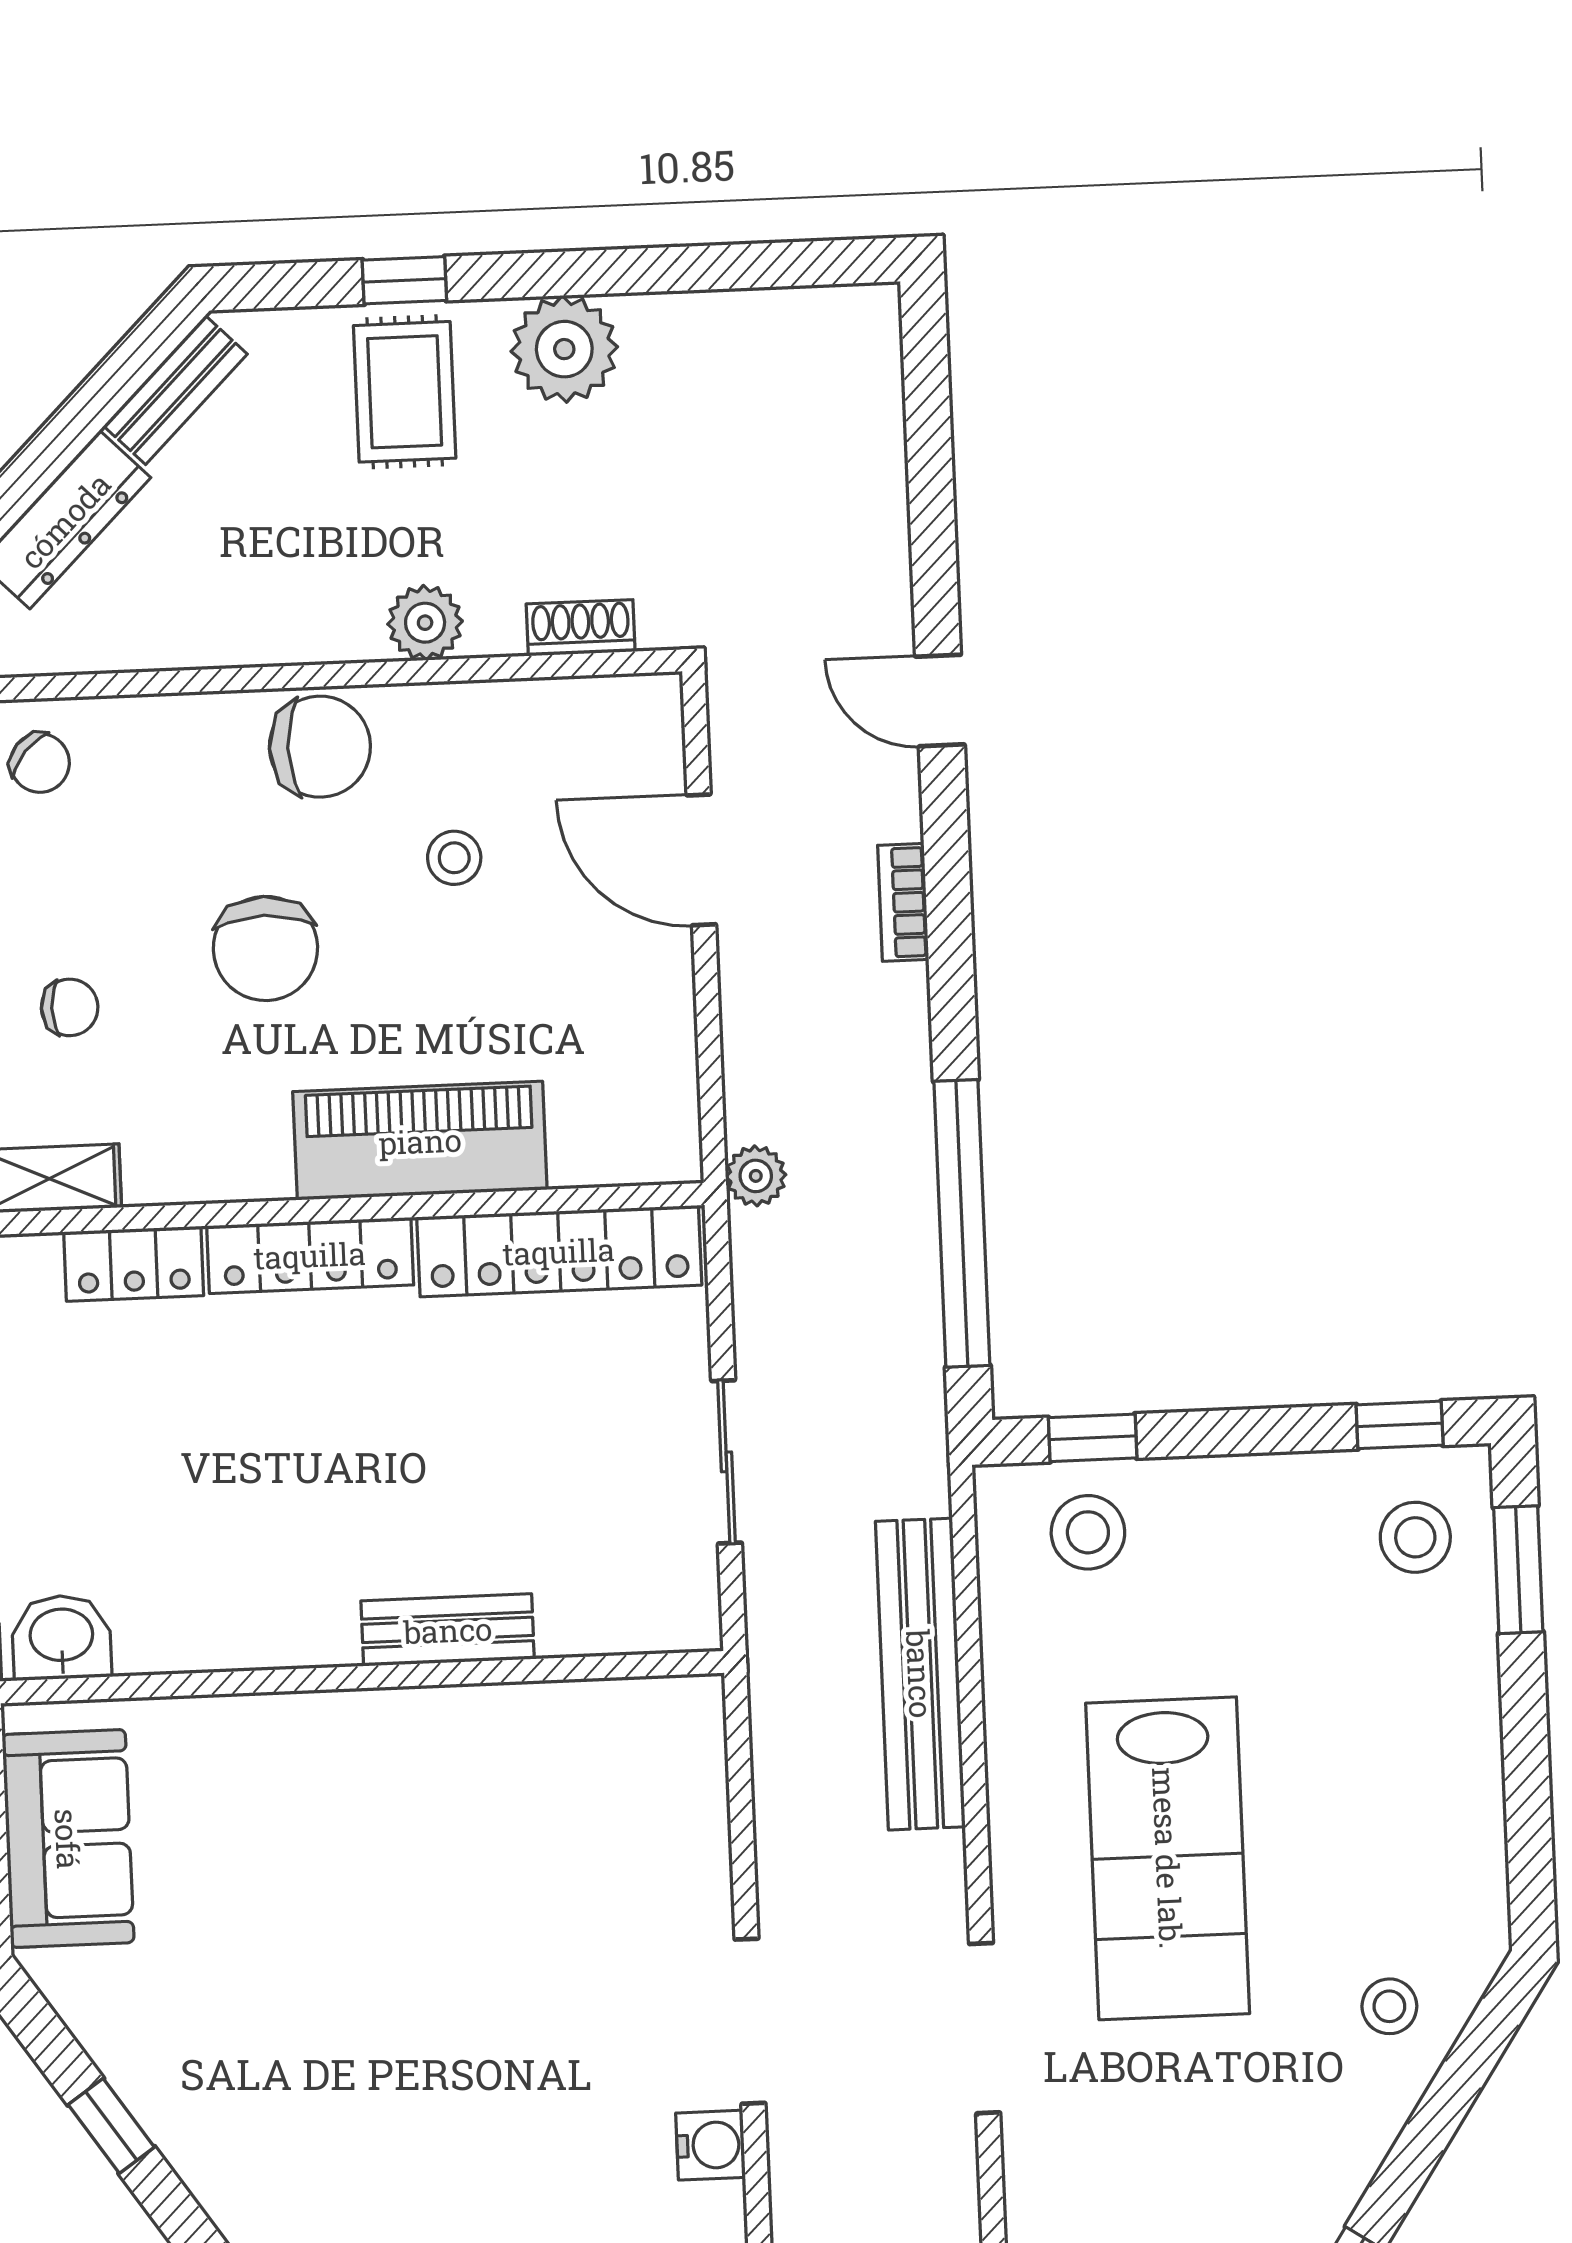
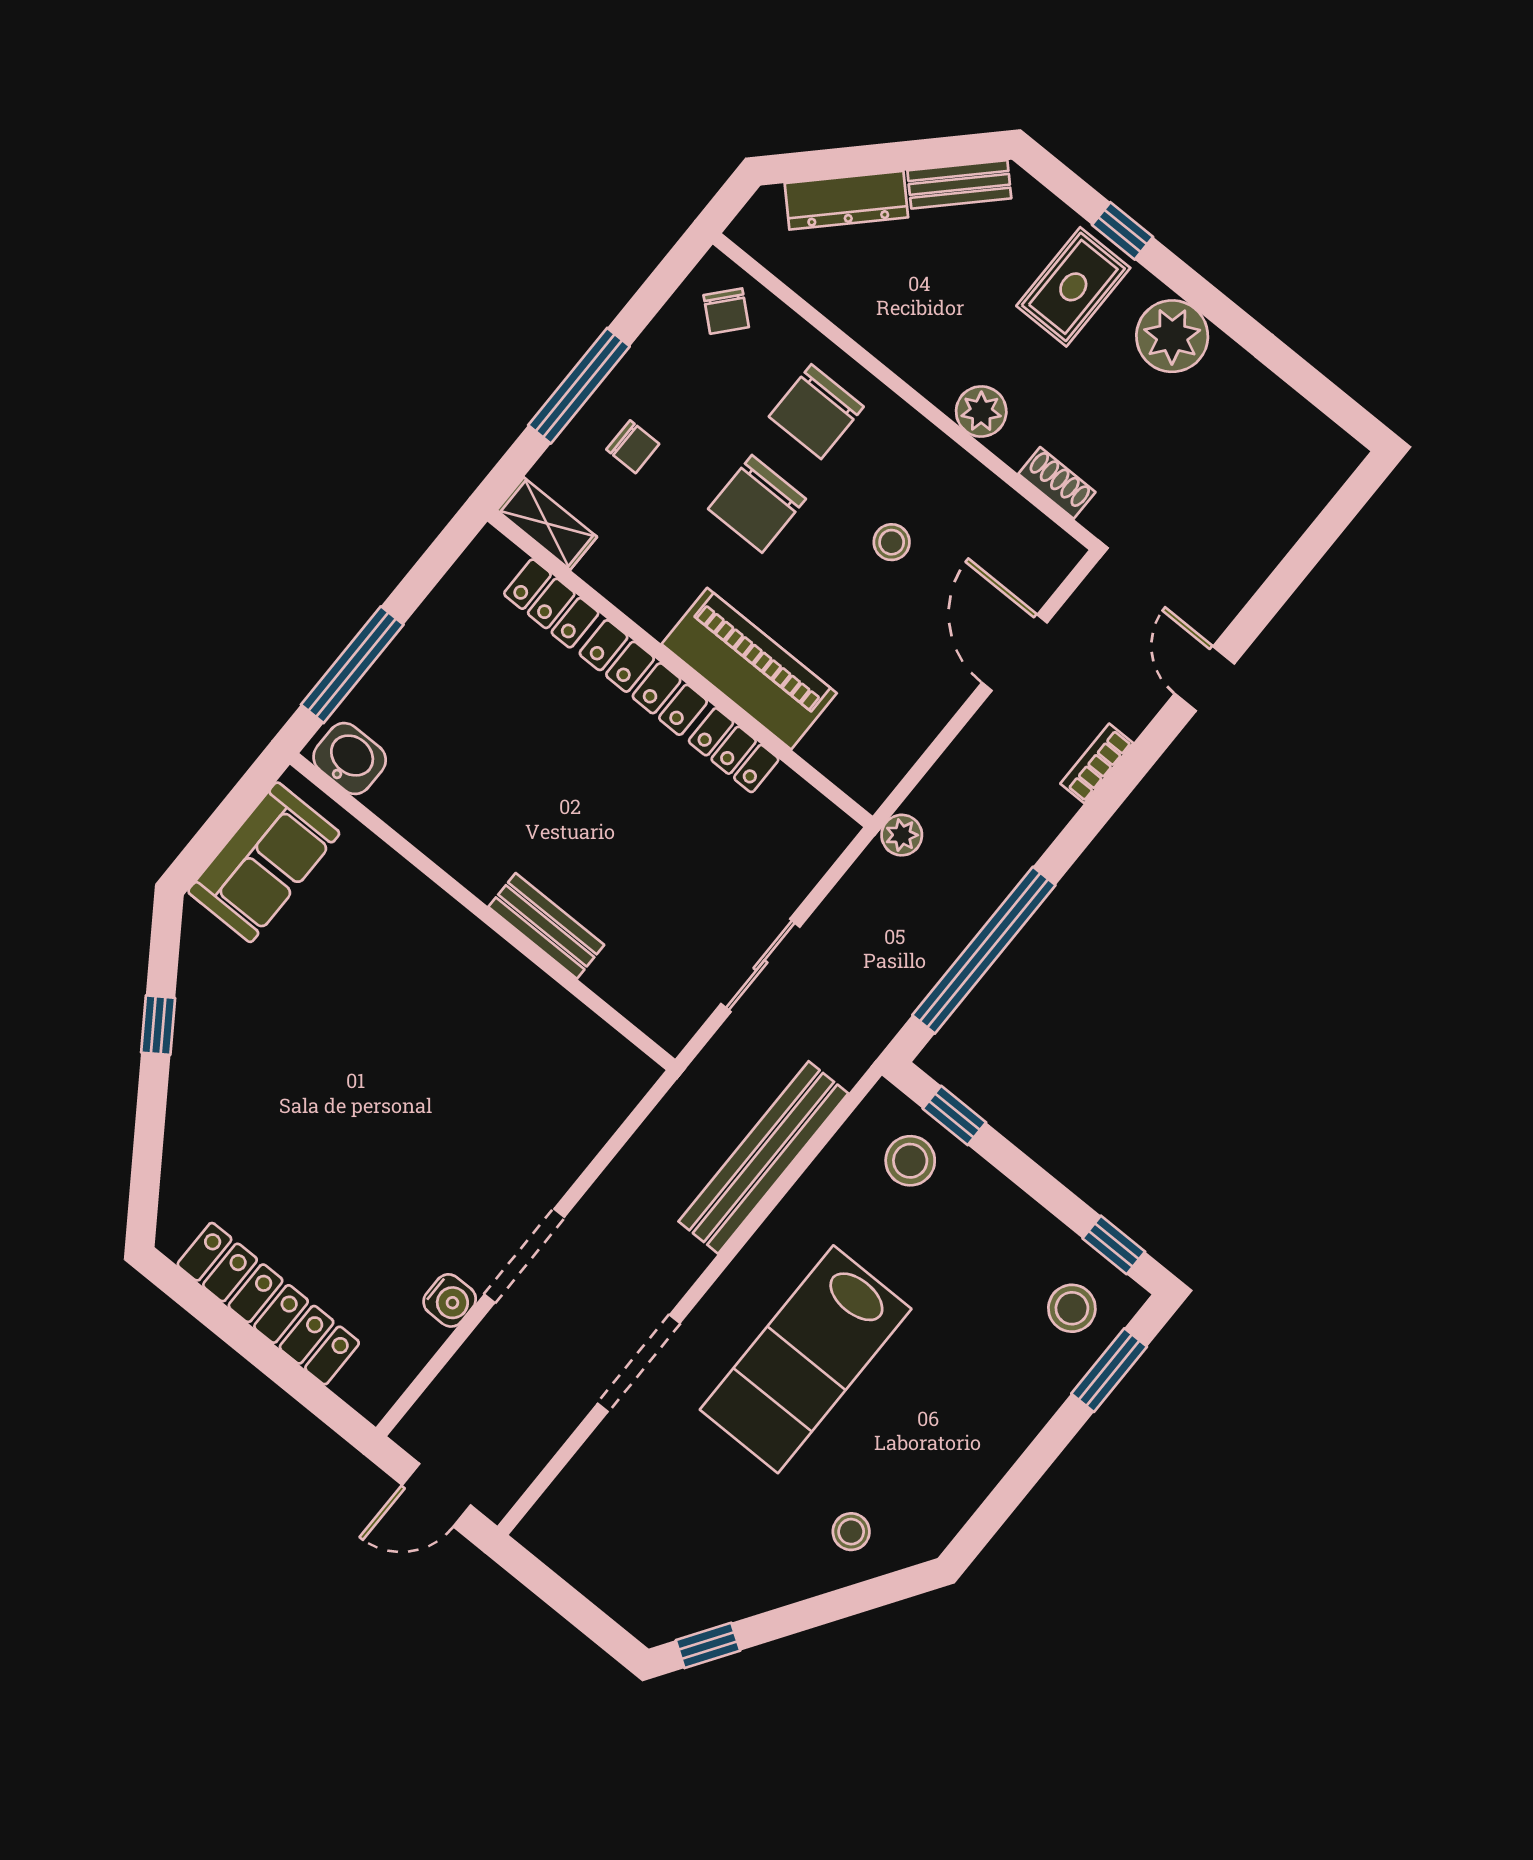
chair: (320, 747) -> (816, 412), moved, turned 90
locker: (559, 1251) -> (734, 750), width x0.46, depth x0.83

